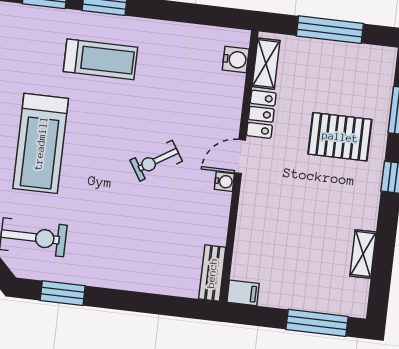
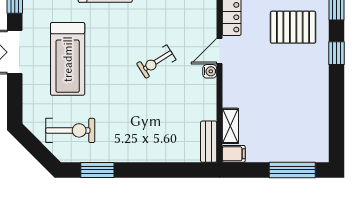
shelving: (363, 254) -> (230, 126), moved

